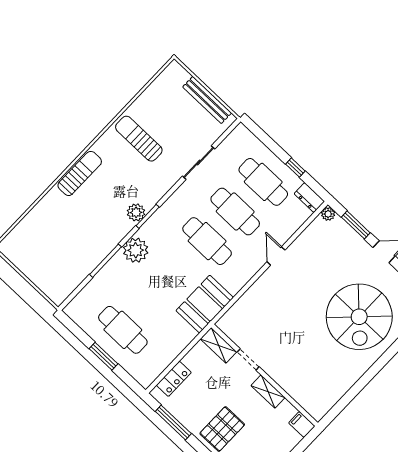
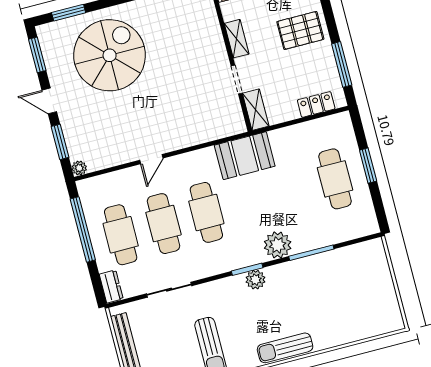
window: (295, 168) -> (83, 229), width x3.17
dresser: (309, 198) -> (111, 287), moved

